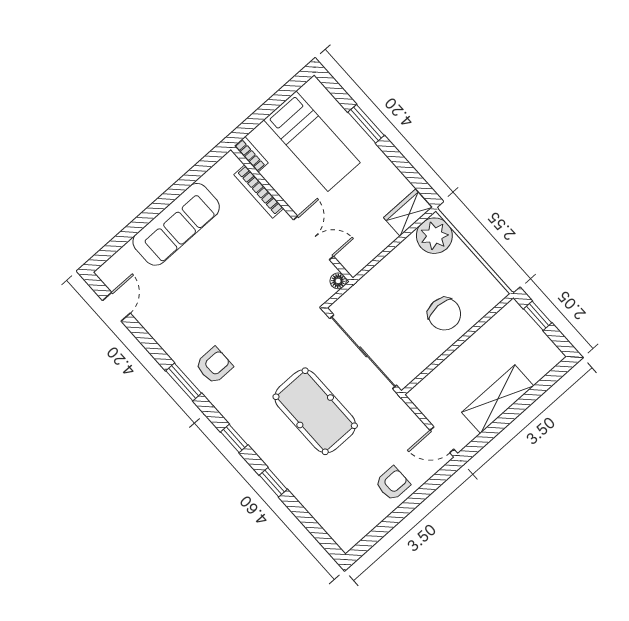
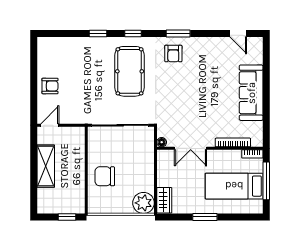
window: (269, 107) -> (266, 181), added
window: (366, 124) -> (205, 217), moved
pool table: (315, 411) -> (130, 71), moved, turned 90
armchair: (393, 483) -> (50, 86), turned -90

